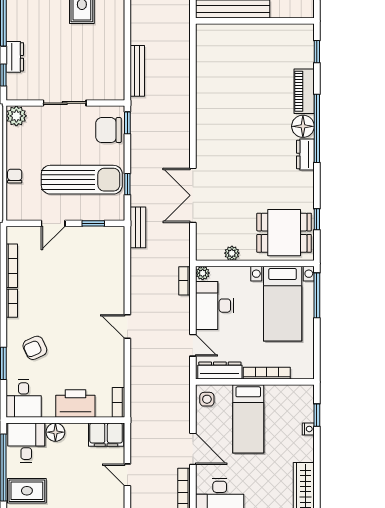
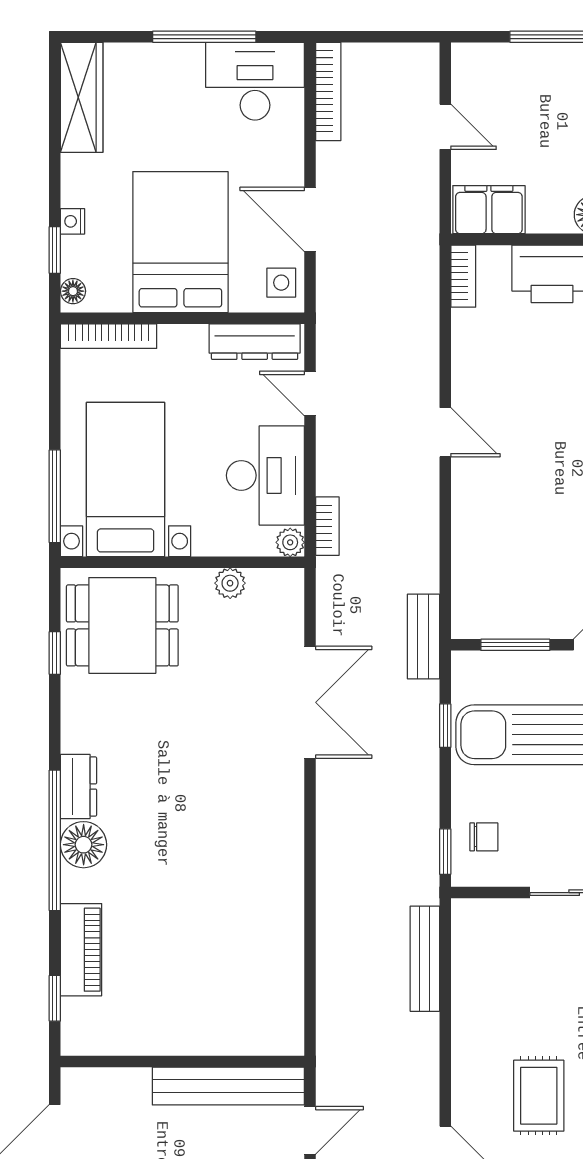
piano: (304, 91) -> (81, 950), moved
chair: (109, 130) -> (484, 837), width x0.54, depth x0.54
window: (93, 223) -> (515, 645), width x1.50
bookcase: (267, 373) -> (109, 336), moved
floor lamp: (308, 395) -> (73, 291), added
bed: (248, 419) -> (180, 242), width x1.50
door: (193, 449) -> (310, 219), moved

